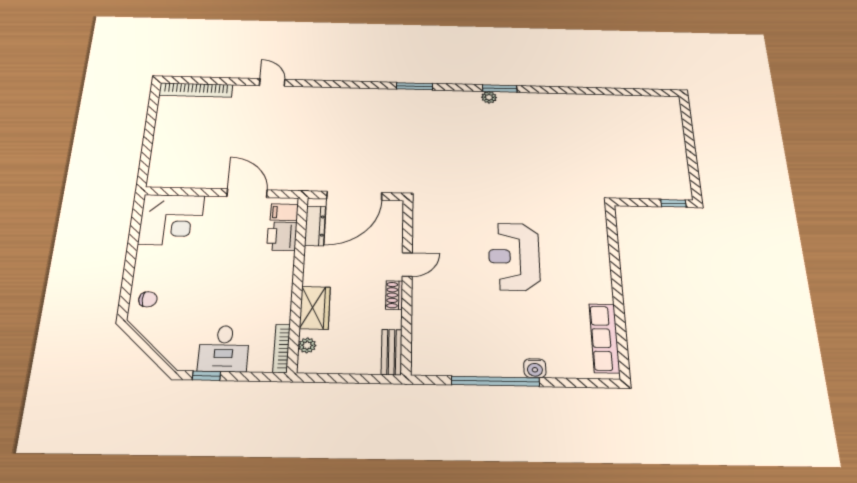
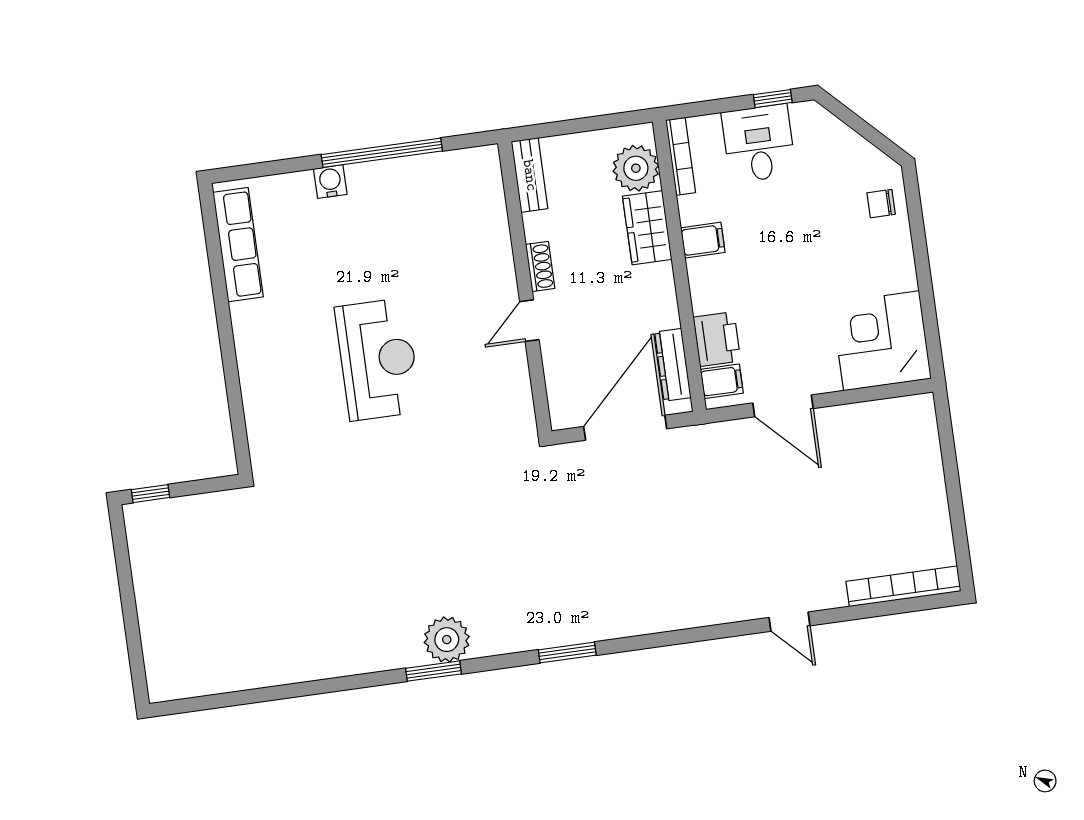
plant: (489, 97) -> (447, 640), width x1.87, depth x1.87
filing cabinet: (278, 295) -> (703, 240), added
plant: (307, 345) -> (636, 168), width x1.88, depth x1.88

